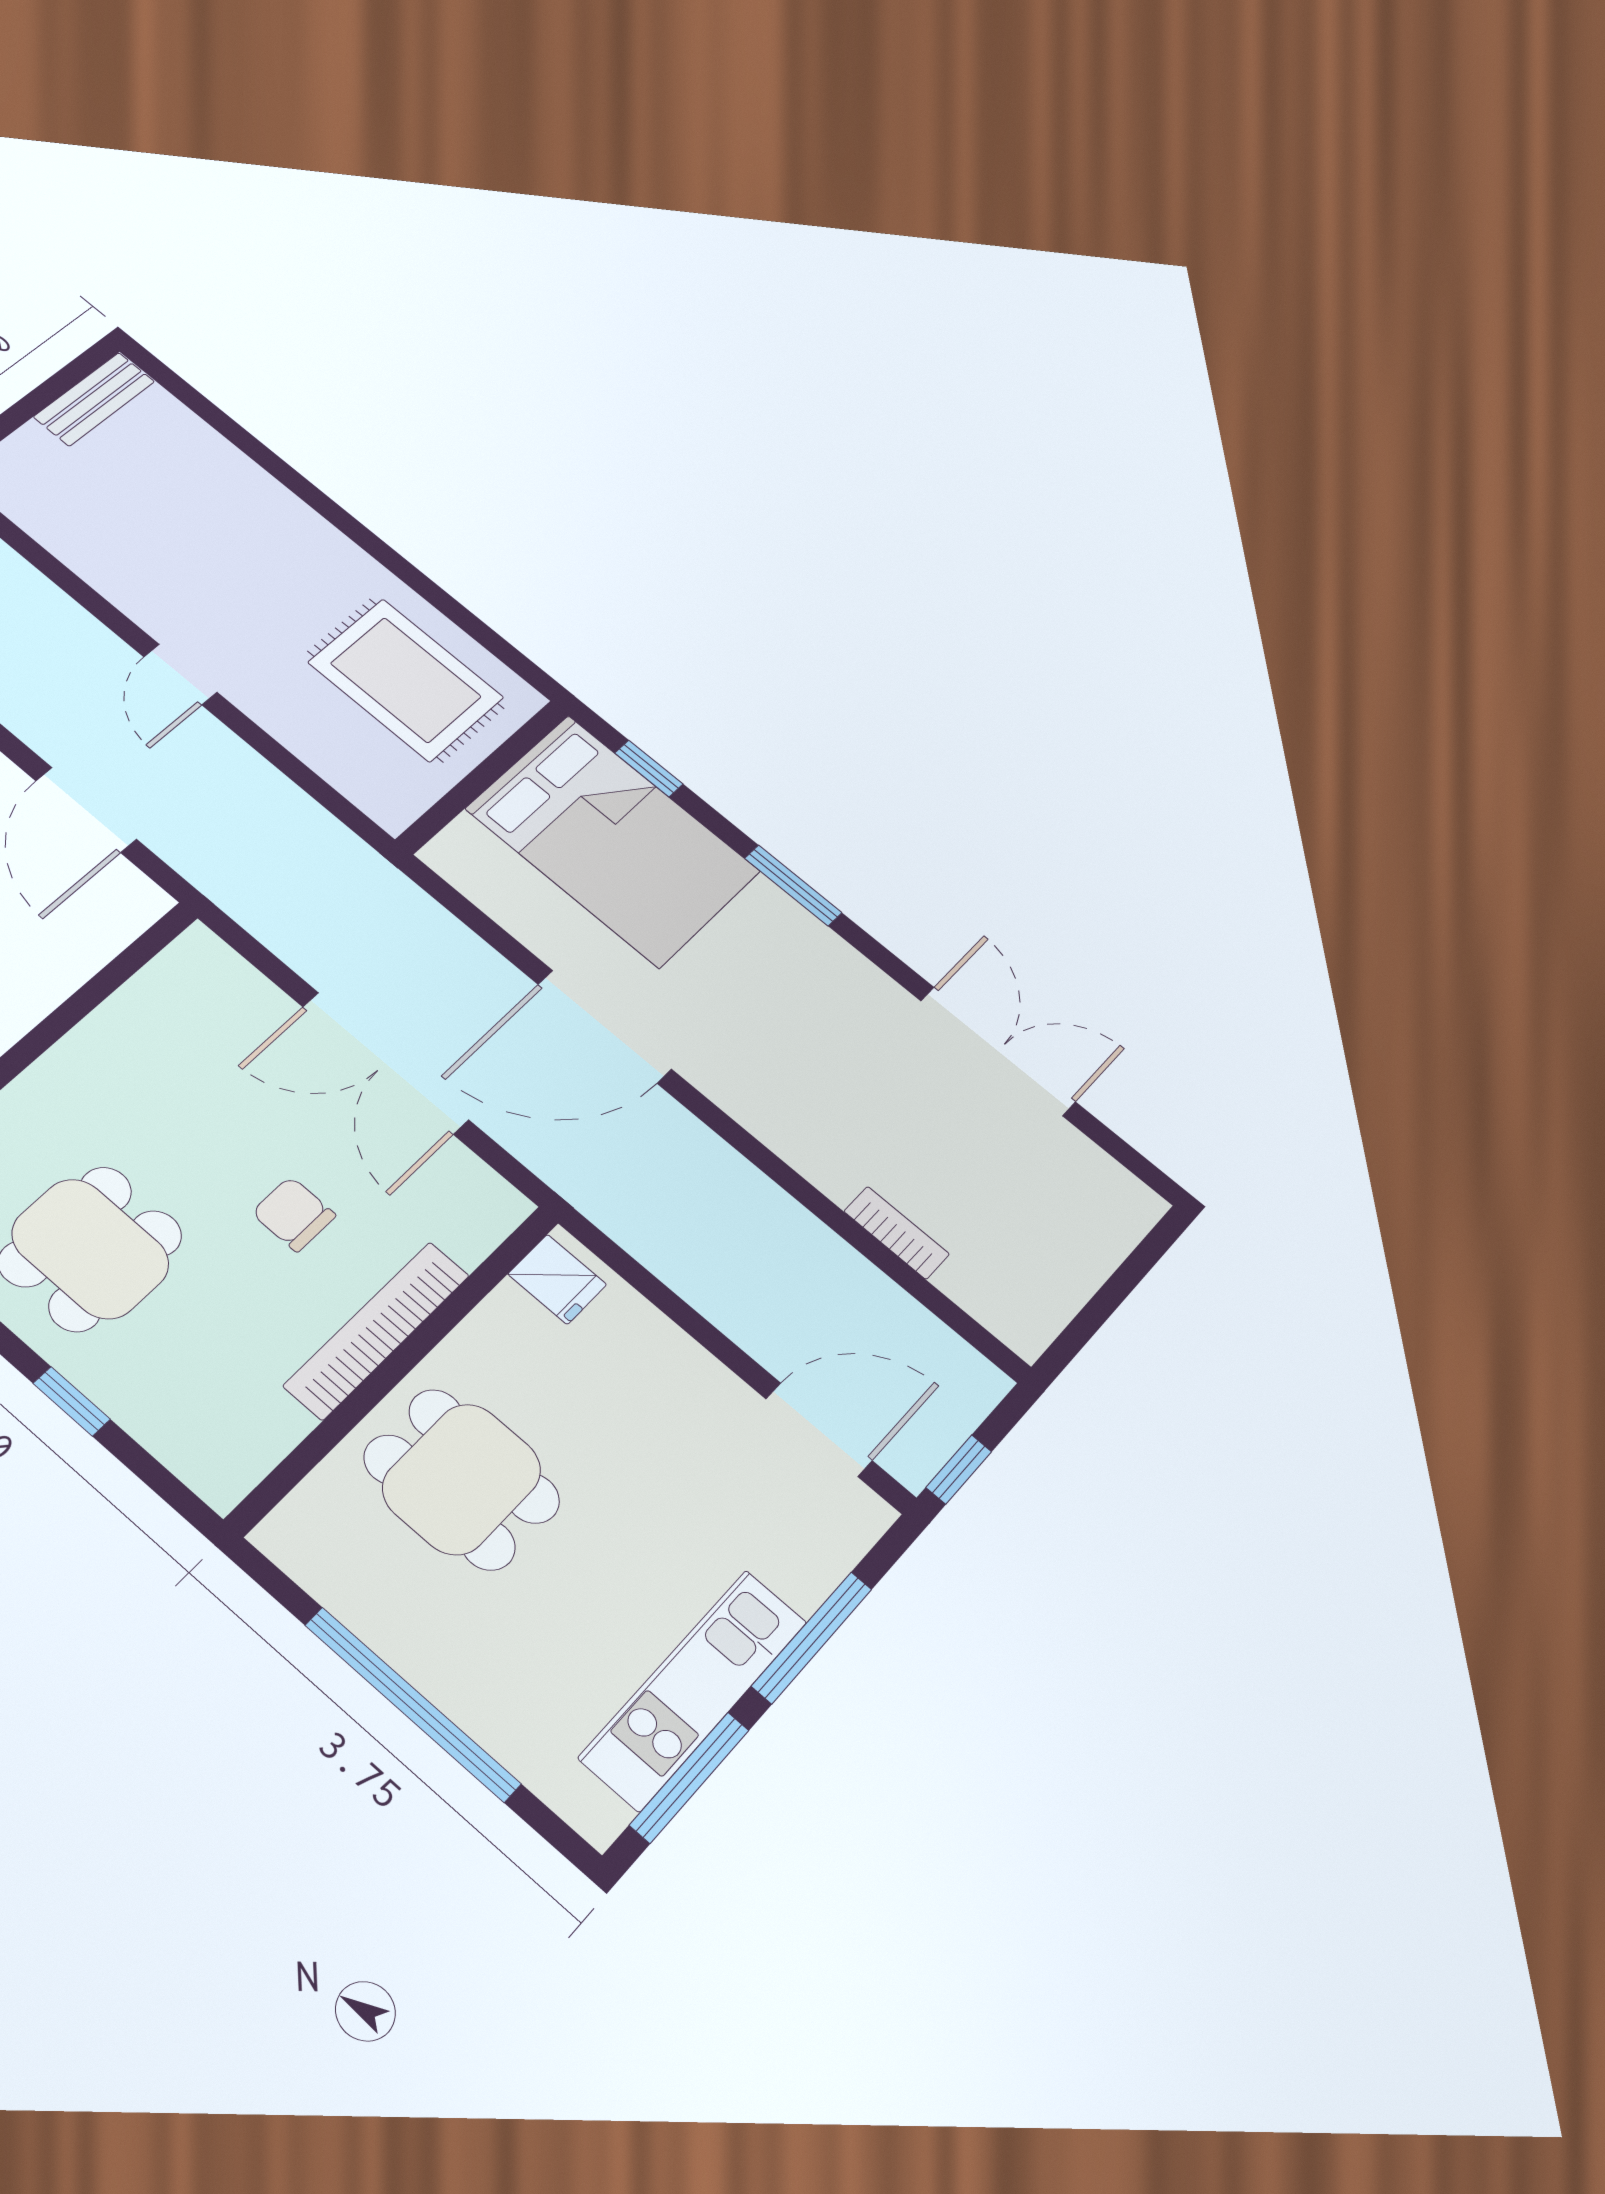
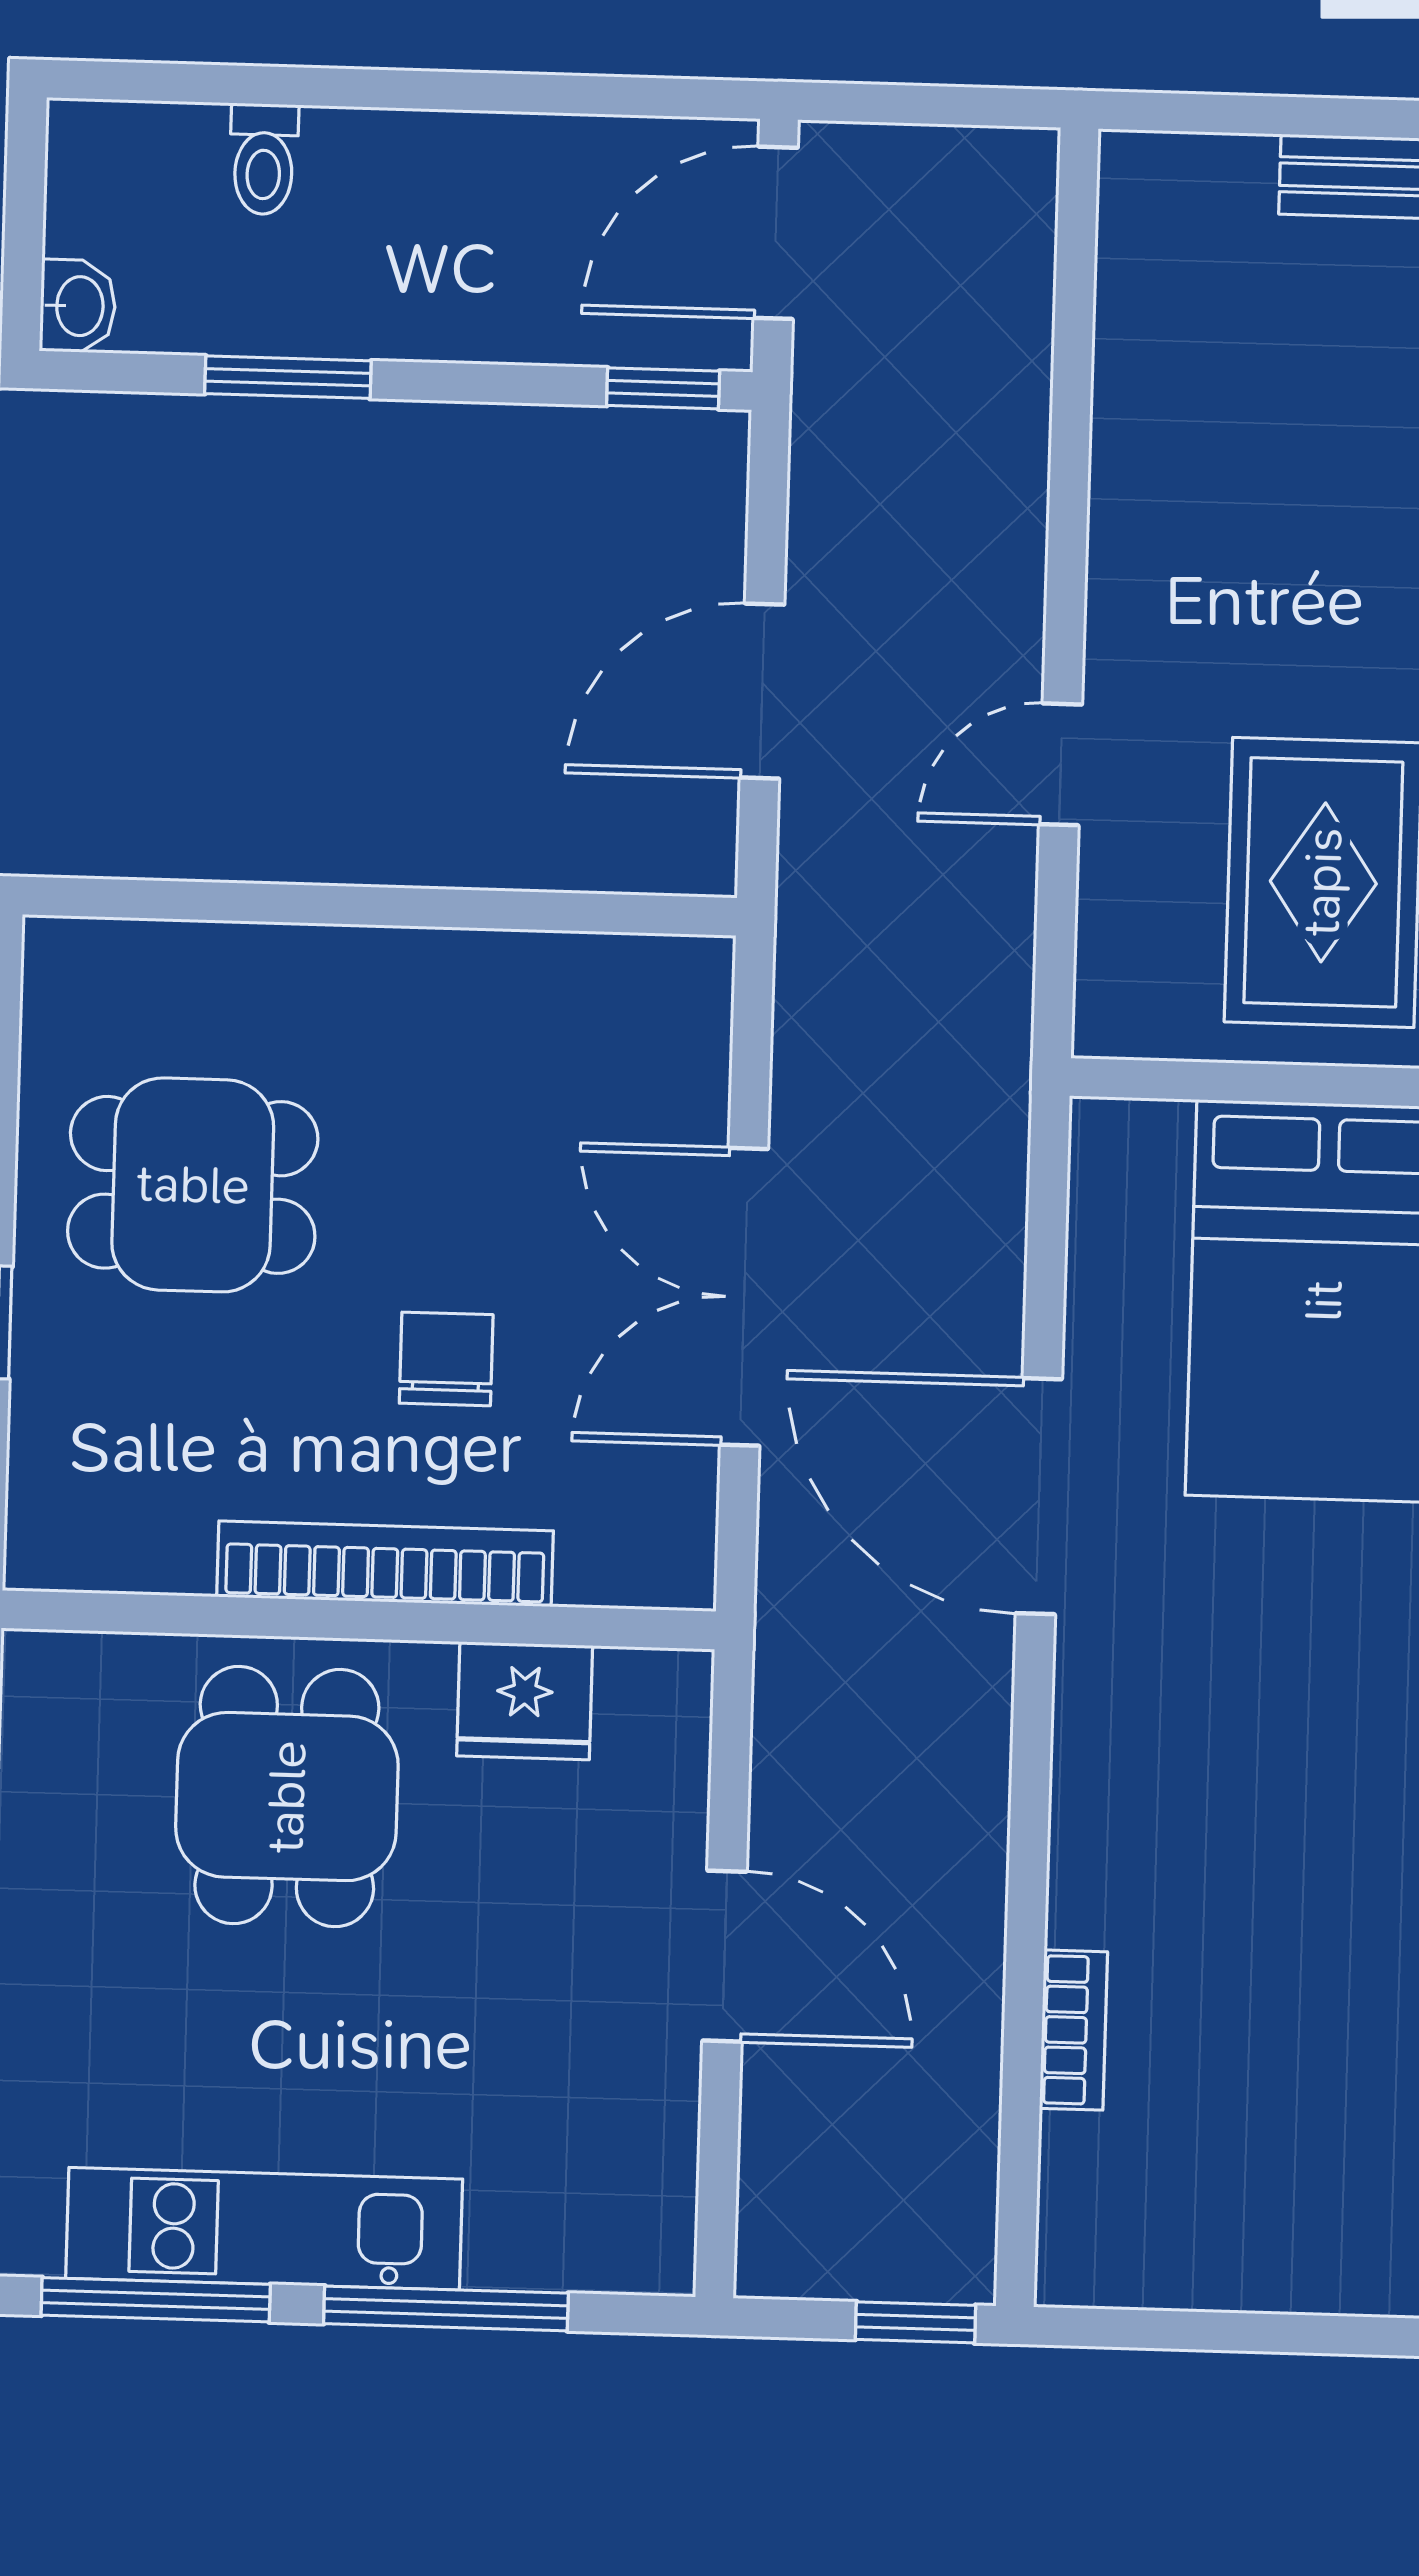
door: (180, 675) -> (1061, 764), moved
fridge: (557, 1279) -> (525, 1701), moved, width x1.38
door: (819, 1430) -> (724, 1956), moved
window: (959, 1469) -> (915, 2322), moved

